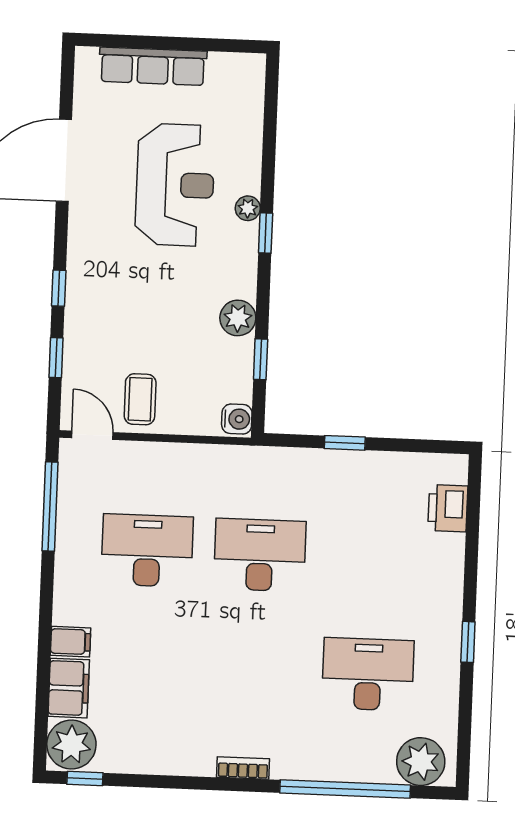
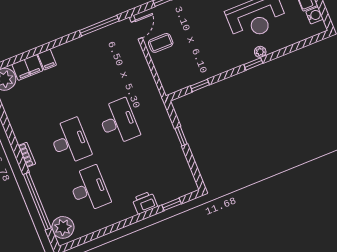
plant: (238, 318) -> (213, 68), removed
water cooler: (237, 419) -> (314, 15), moved, turned -90
printer: (448, 508) -> (145, 203), moved
desk: (147, 550) -> (70, 141), moved
window: (468, 642) -> (172, 204), moved

